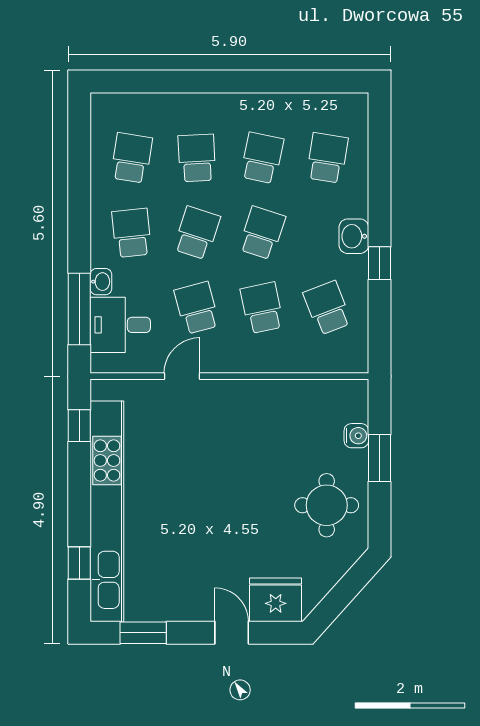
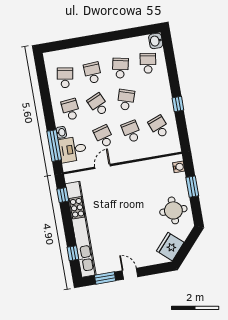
school desk: (197, 233) -> (98, 105), turned -42
washbasin: (354, 236) -> (156, 41), moved
water cooler: (356, 436) -> (179, 167), moved
fridge: (276, 600) -> (170, 247), moved, turned -48
door: (232, 633) -> (130, 274), moved

